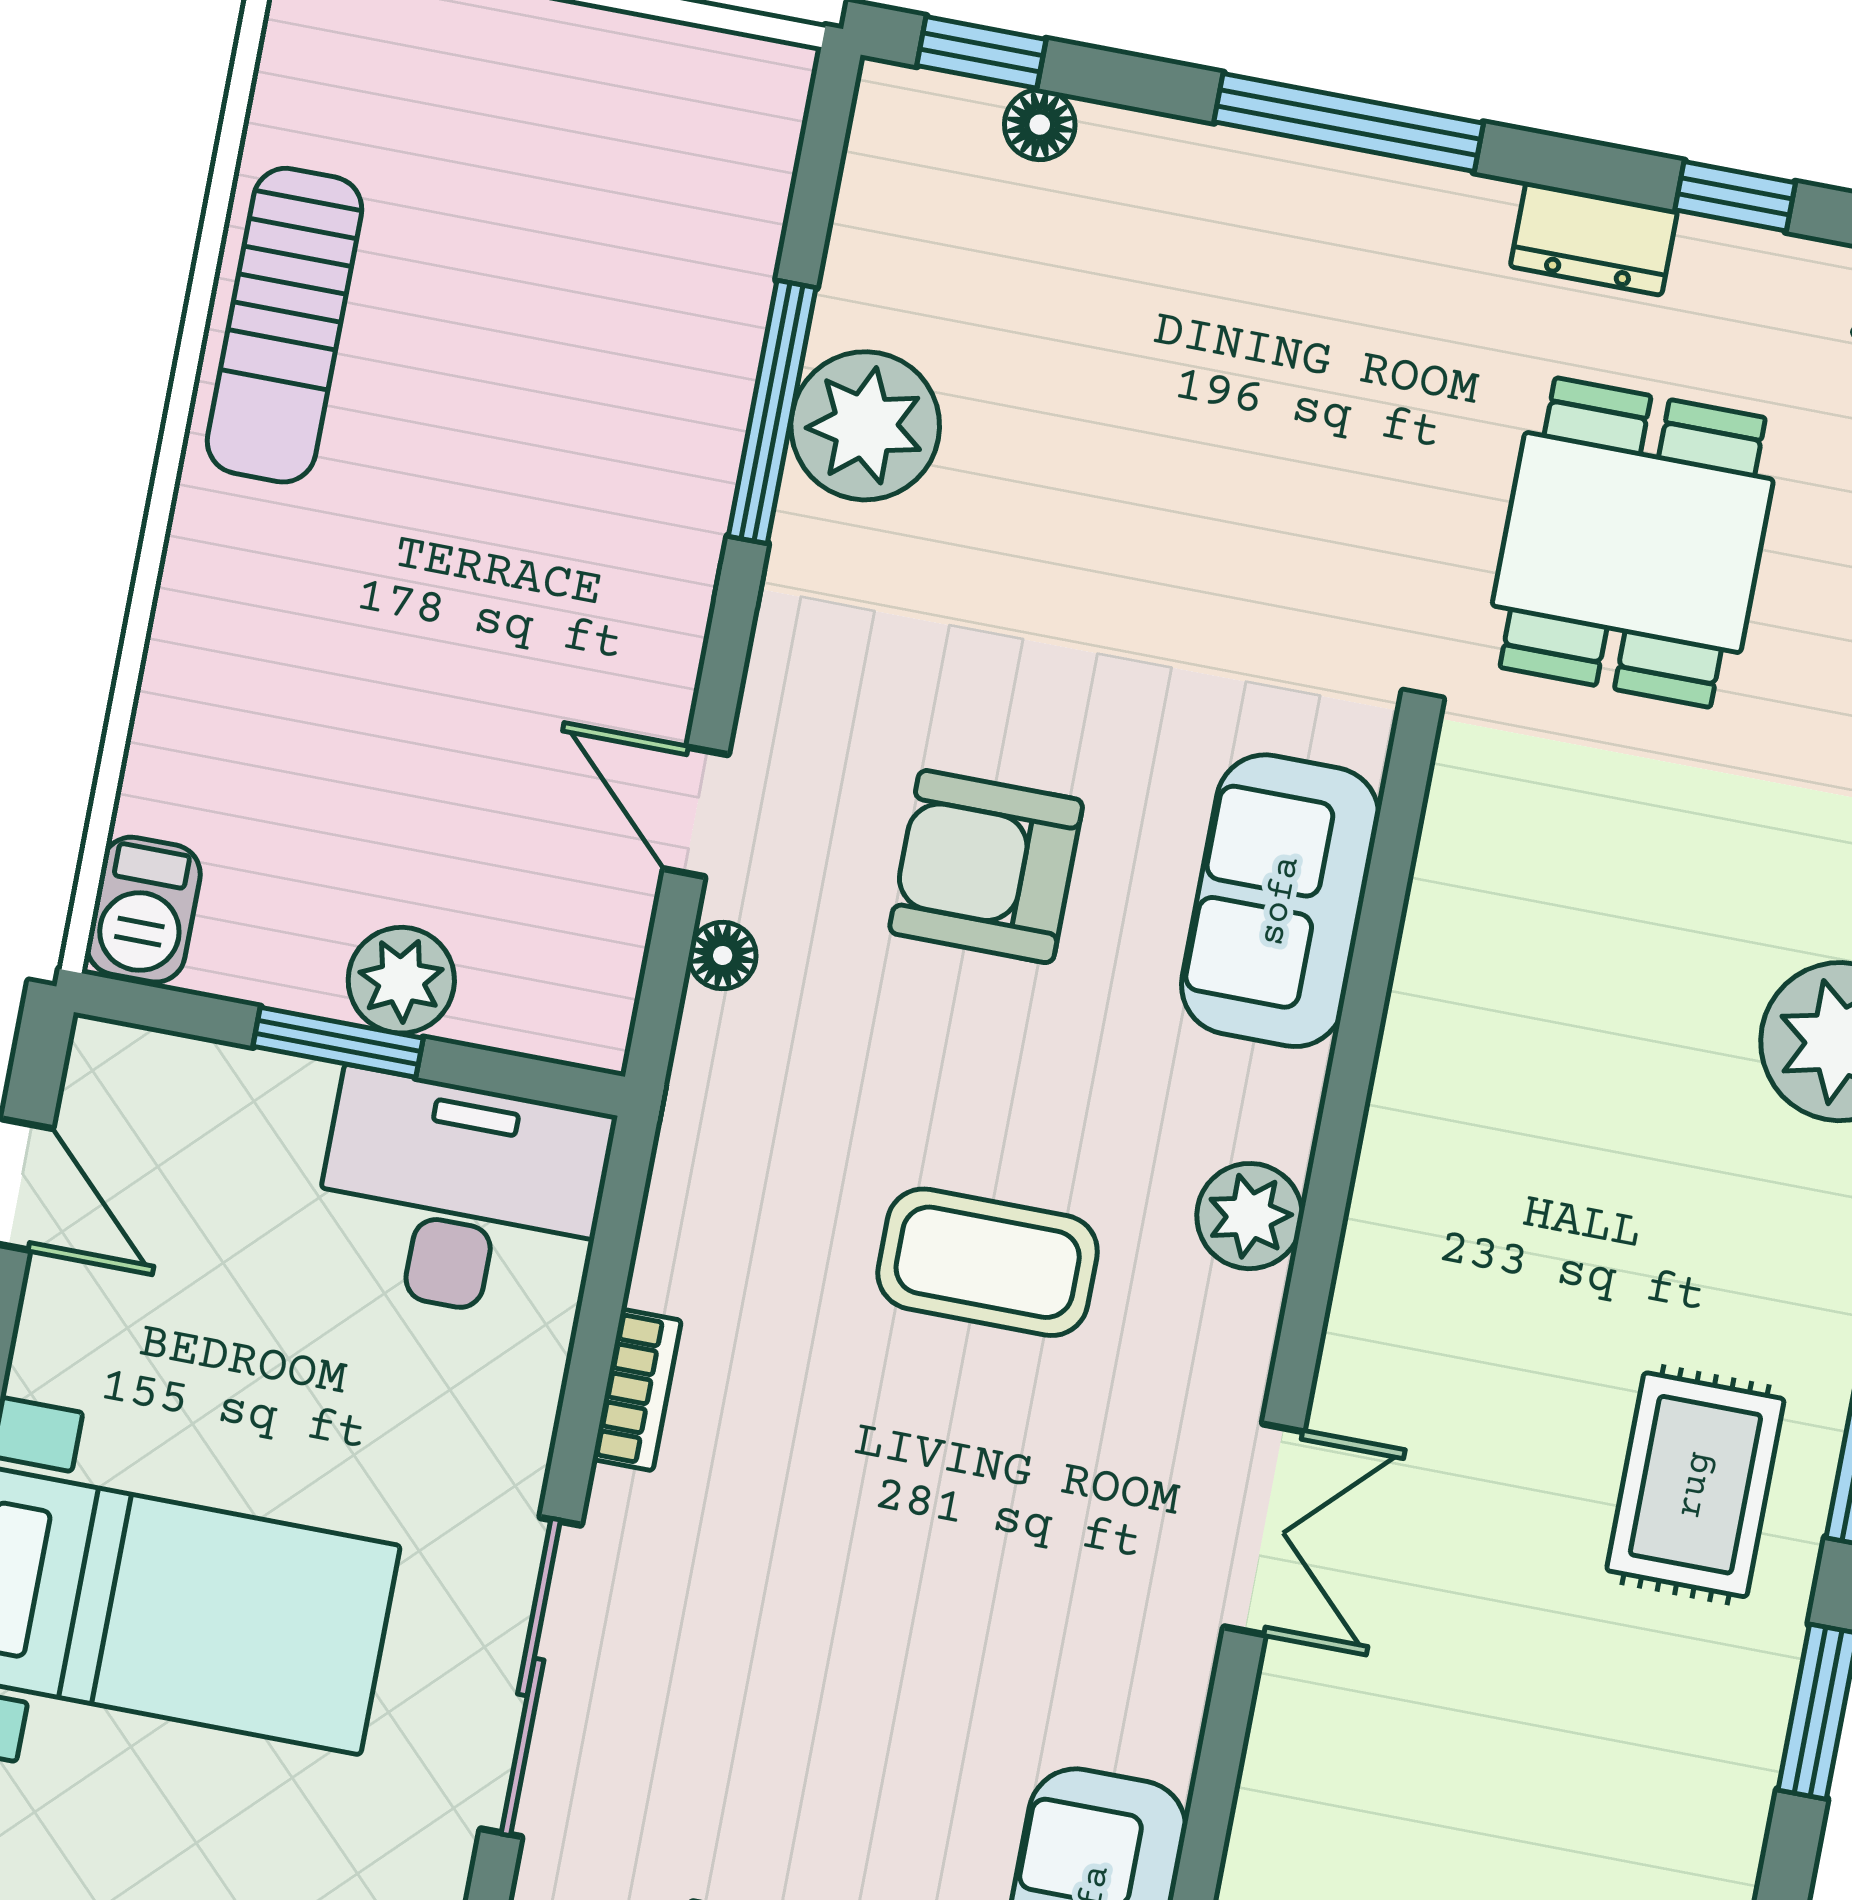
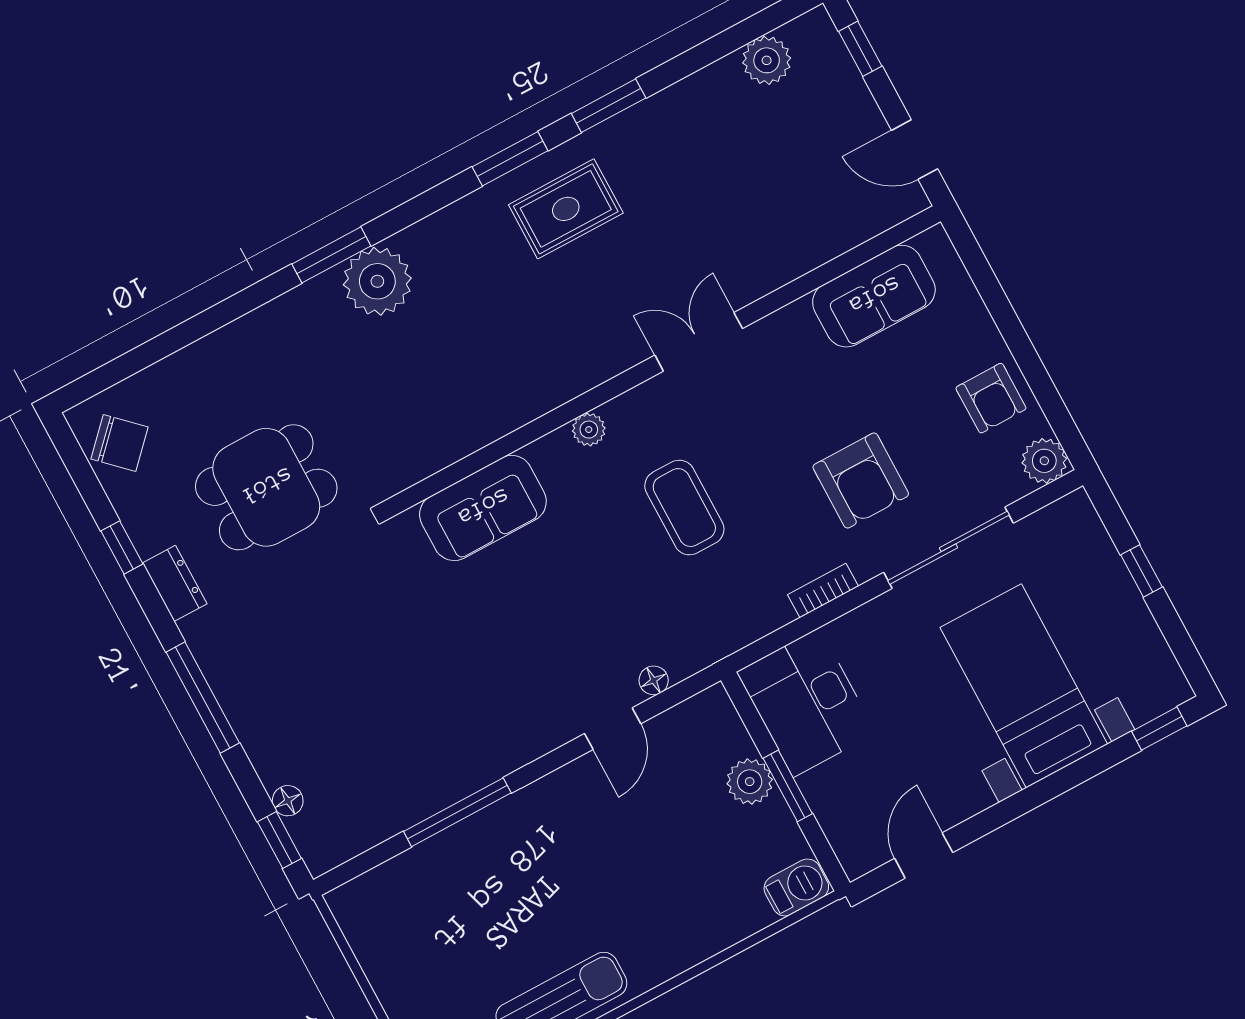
plant: (865, 426) -> (437, 777), removed
armchair: (986, 867) -> (861, 480), moved
plant: (1250, 1216) -> (589, 430), width x0.73, depth x0.73

